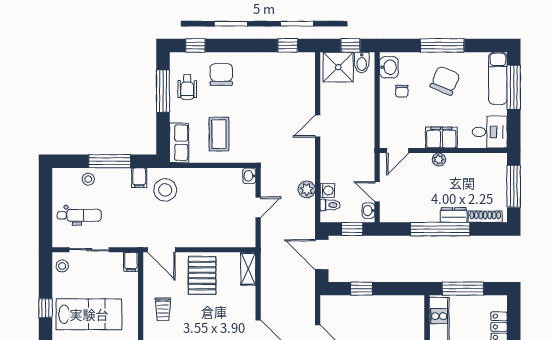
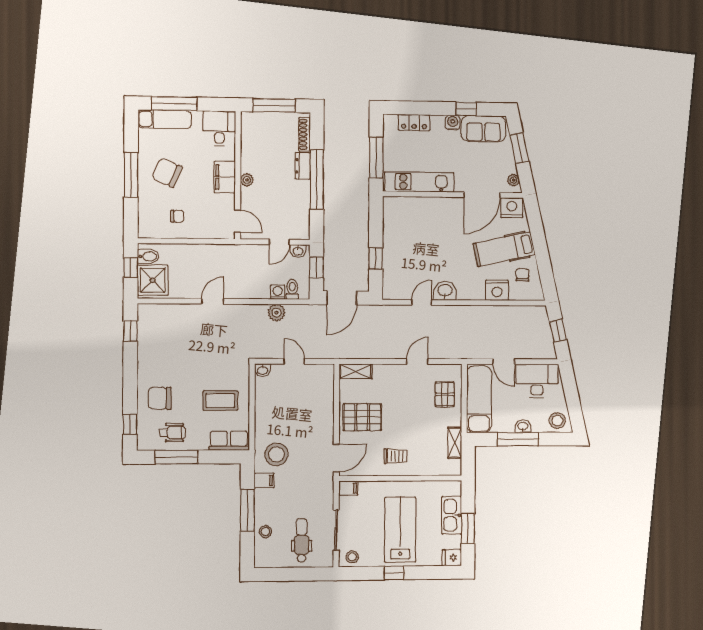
washbasin: (389, 67) -> (153, 229), removed
door: (318, 126) -> (213, 301), swing flipped

